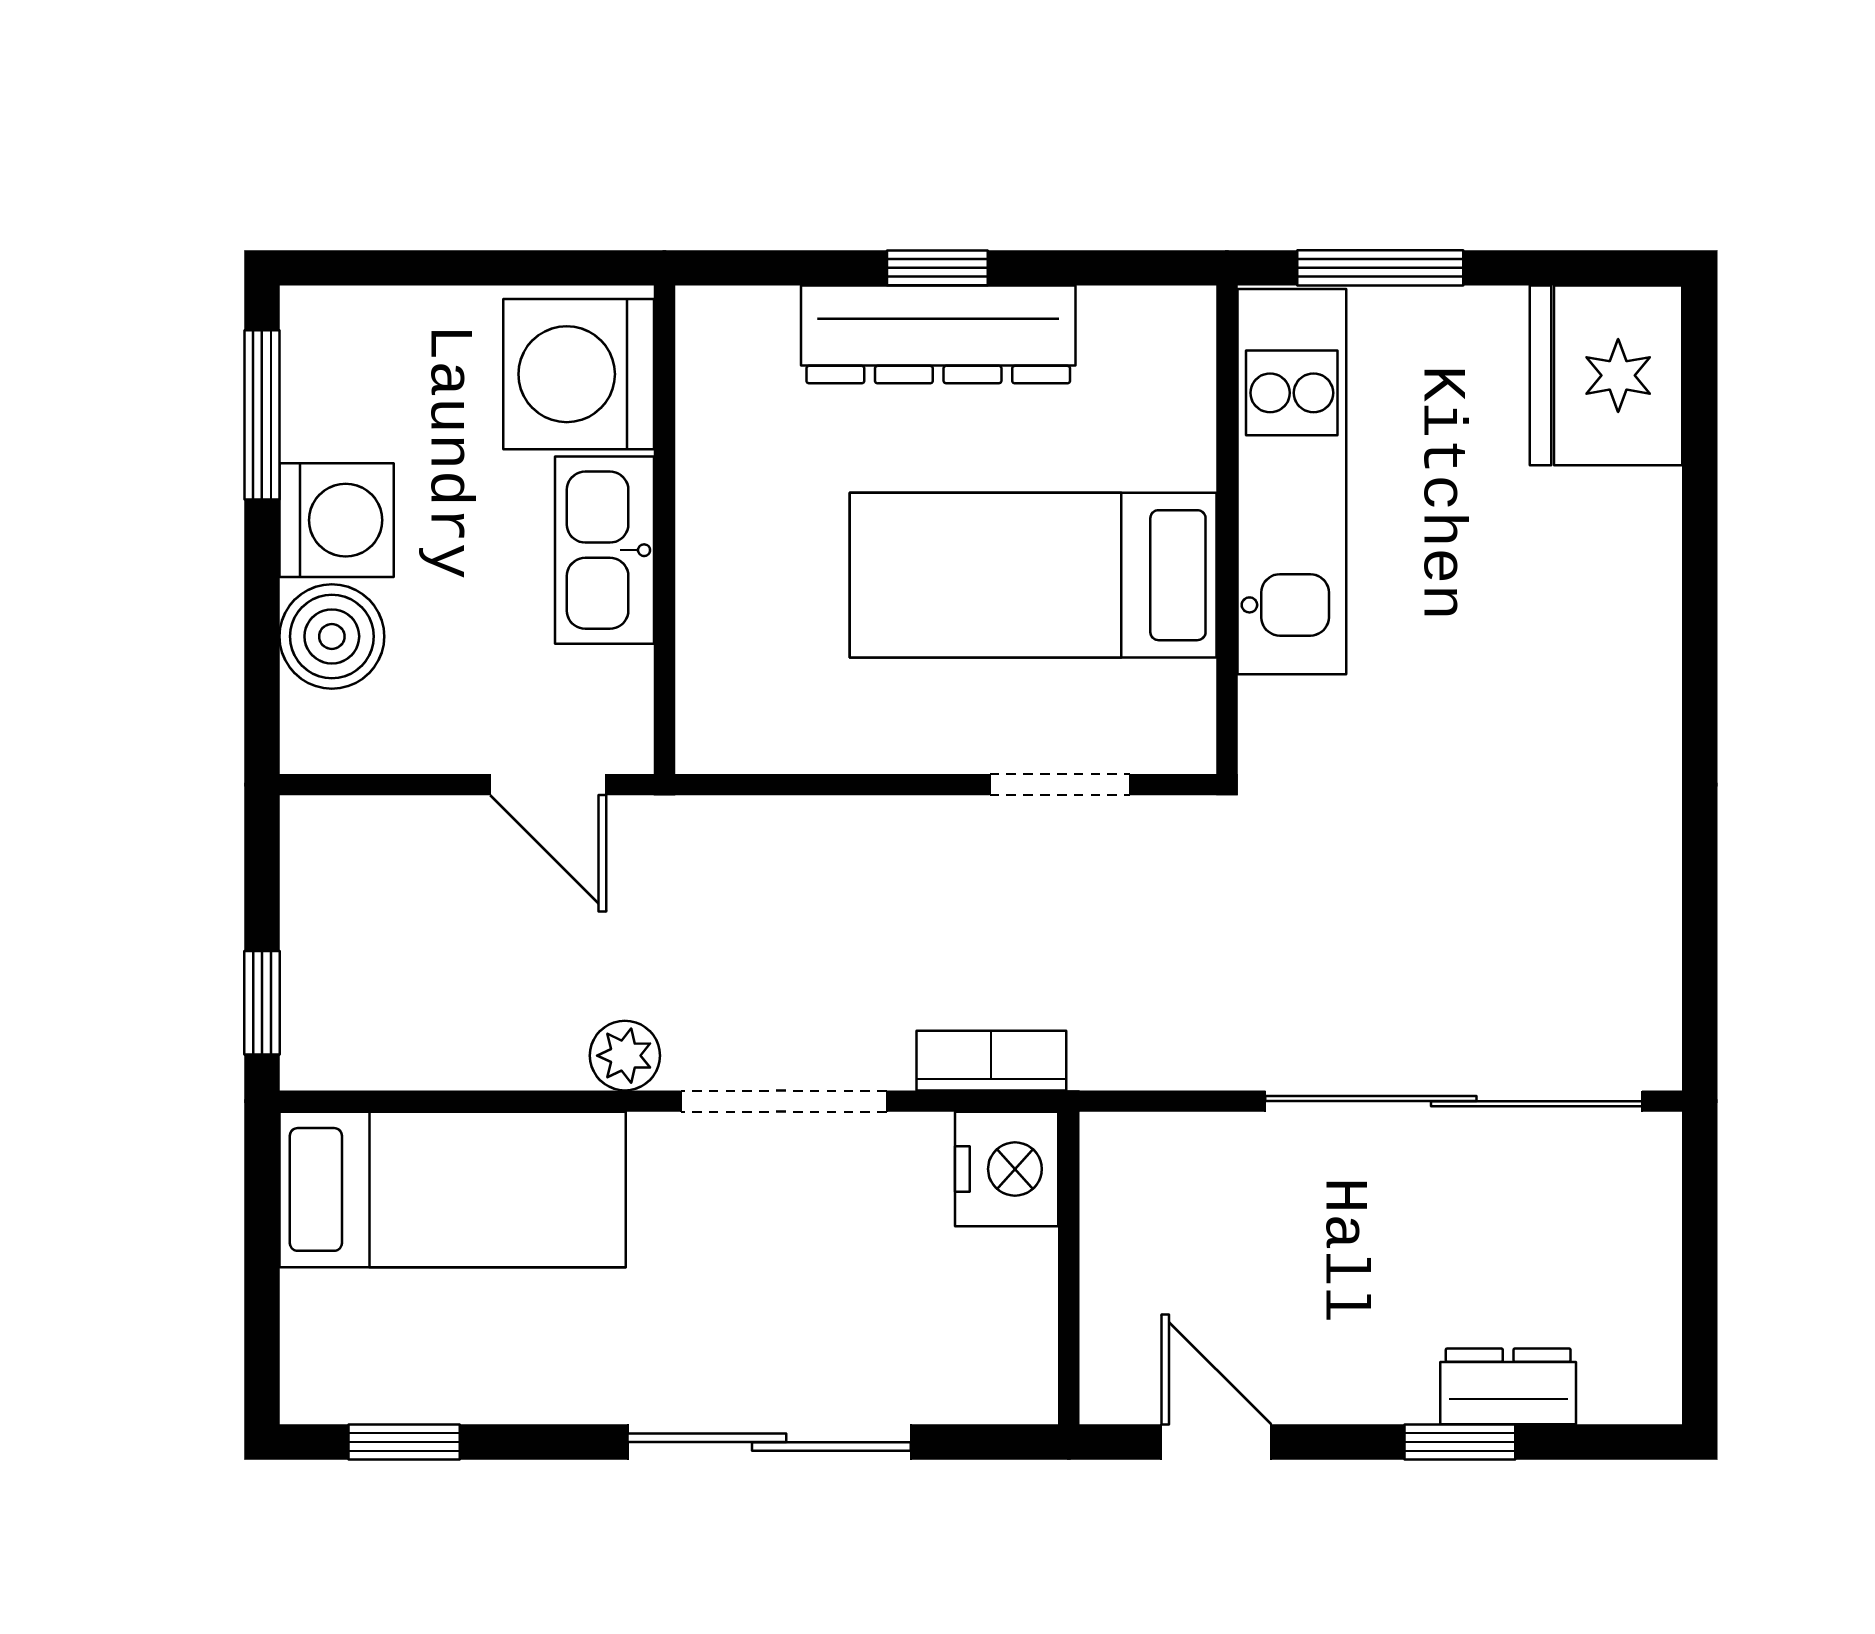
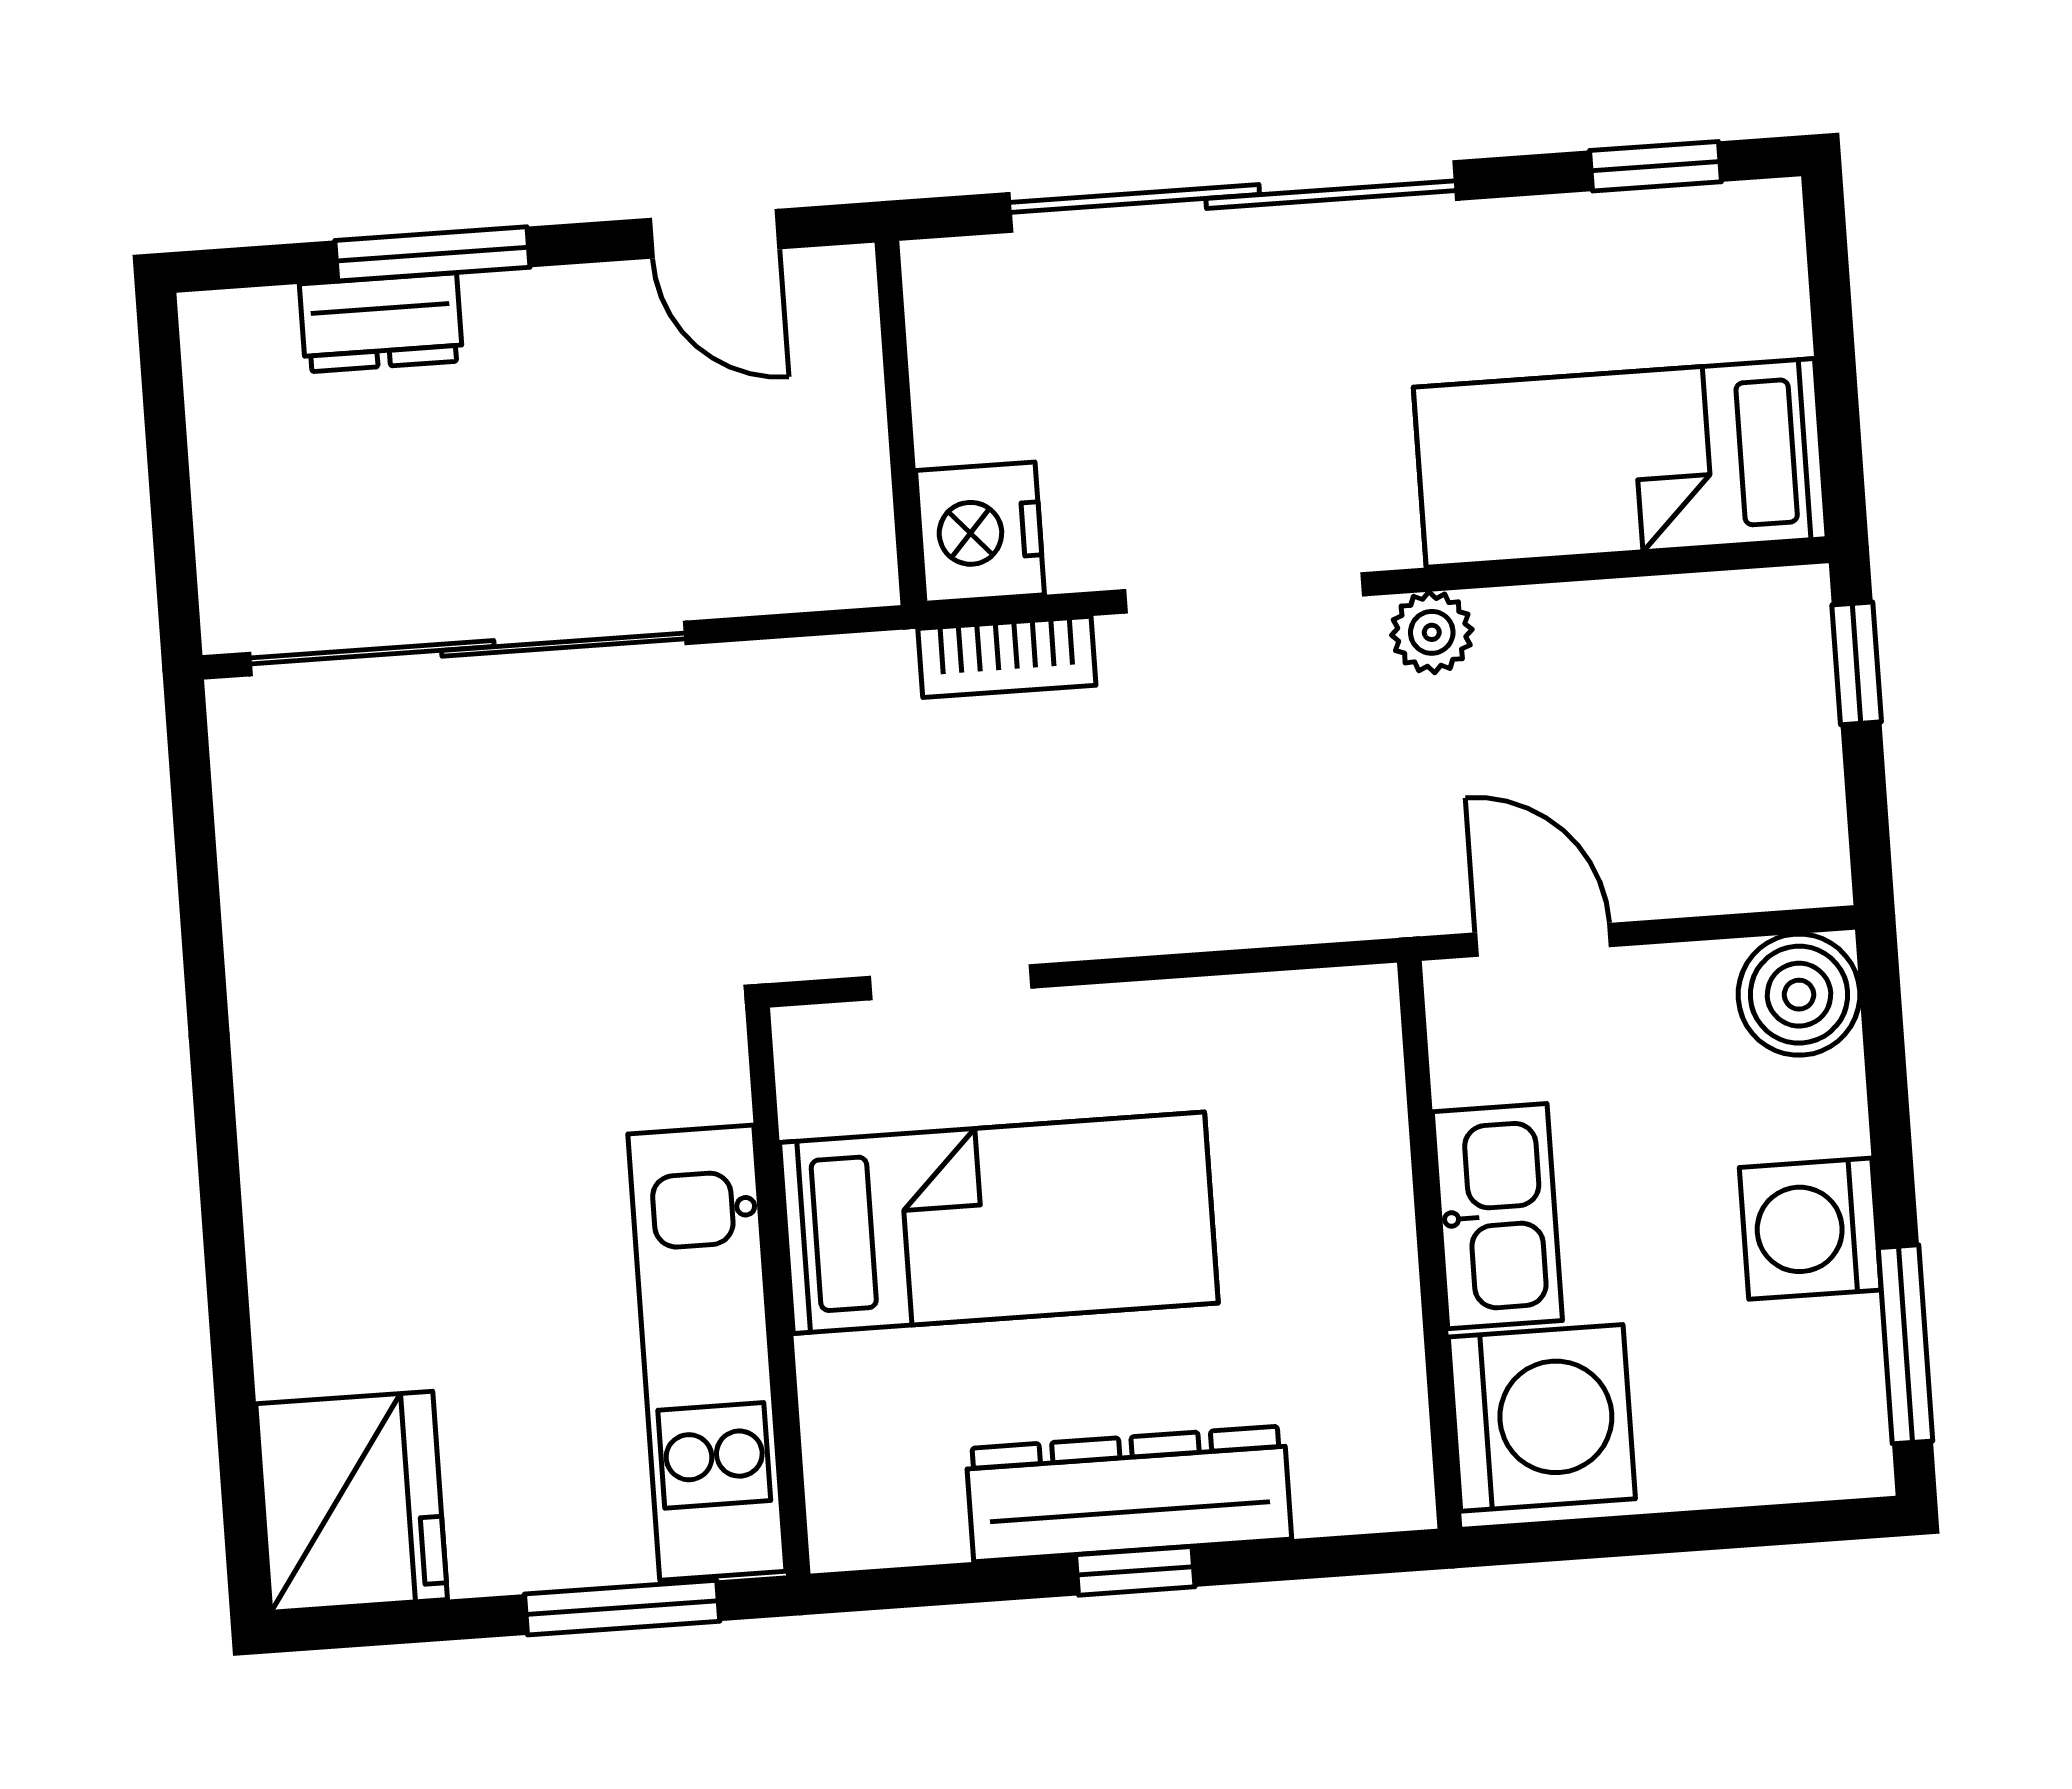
boiler: (332, 636) -> (1799, 995), moved
sliding door: (769, 1442) -> (1233, 197), width x1.36
window: (1460, 1442) -> (432, 254), width x1.50

